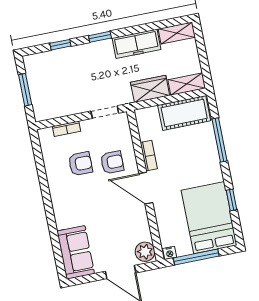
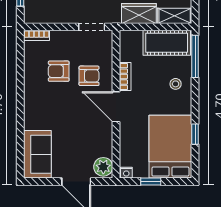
bookcase: (66, 129) -> (37, 35), moved
window: (220, 140) -> (195, 56), moved
stool: (202, 153) -> (176, 84), added
armchair: (80, 164) -> (59, 71), turned 180
window: (196, 257) -> (151, 181), width x0.46

